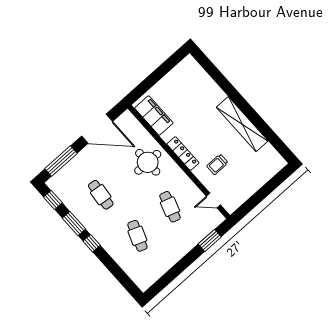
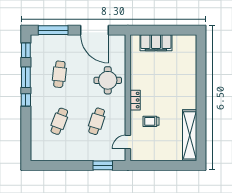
filing cabinet: (154, 116) -> (156, 43), moved, turned 90
shelving: (242, 124) -> (190, 135), moved
locker: (183, 154) -> (135, 100), width x0.66
door: (213, 200) -> (128, 142), hinge flipped

